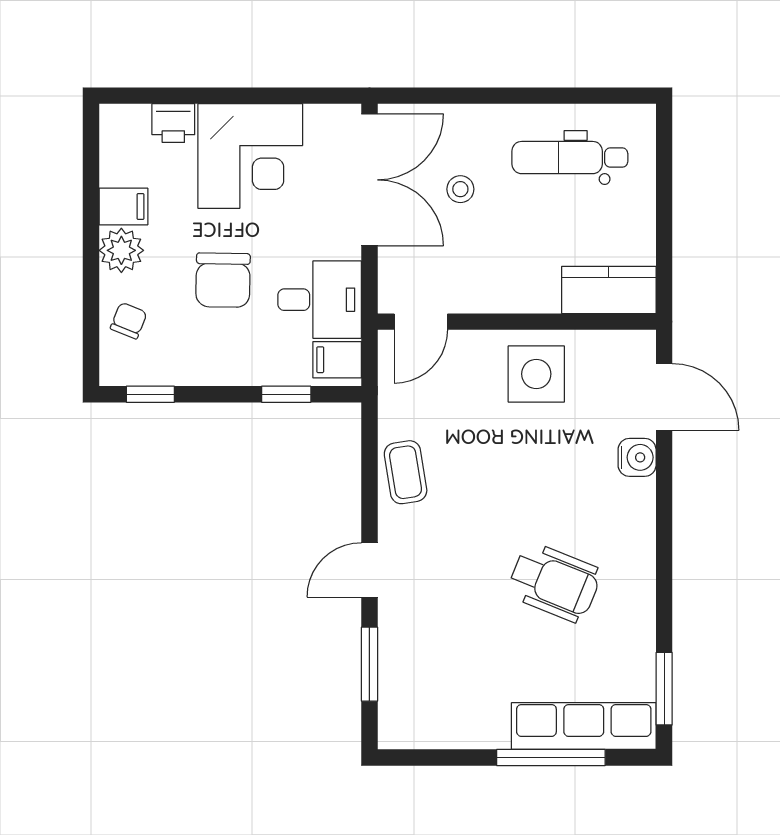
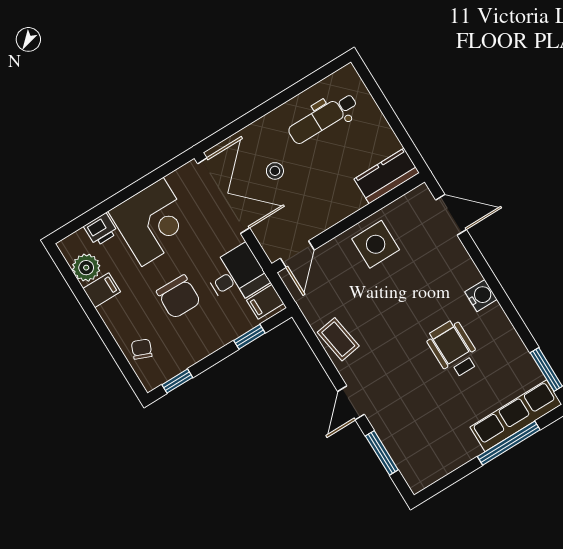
plant: (121, 250) -> (86, 268), moved
water cooler: (637, 457) -> (481, 296), moved
wheelchair: (554, 582) -> (453, 349), turned -112

